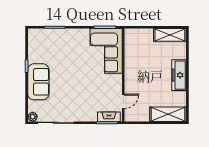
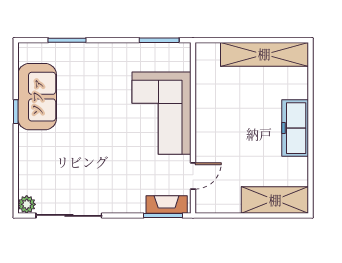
shelving: (170, 35) -> (264, 54), width x1.47
corner sofa: (106, 51) -> (161, 113), moved
sofa: (38, 82) -> (37, 97), moved

